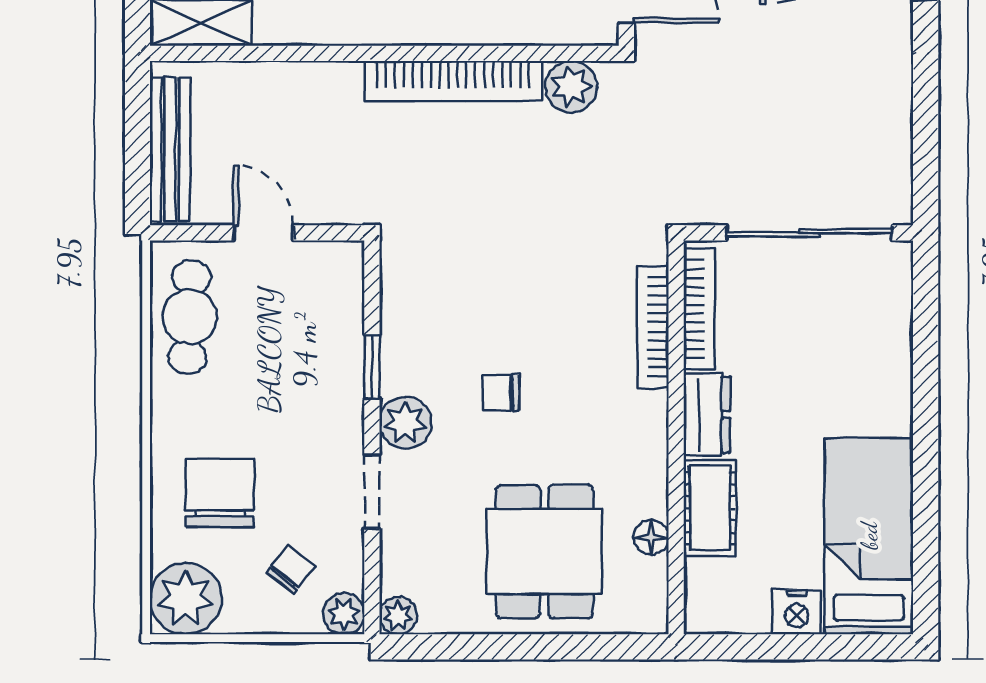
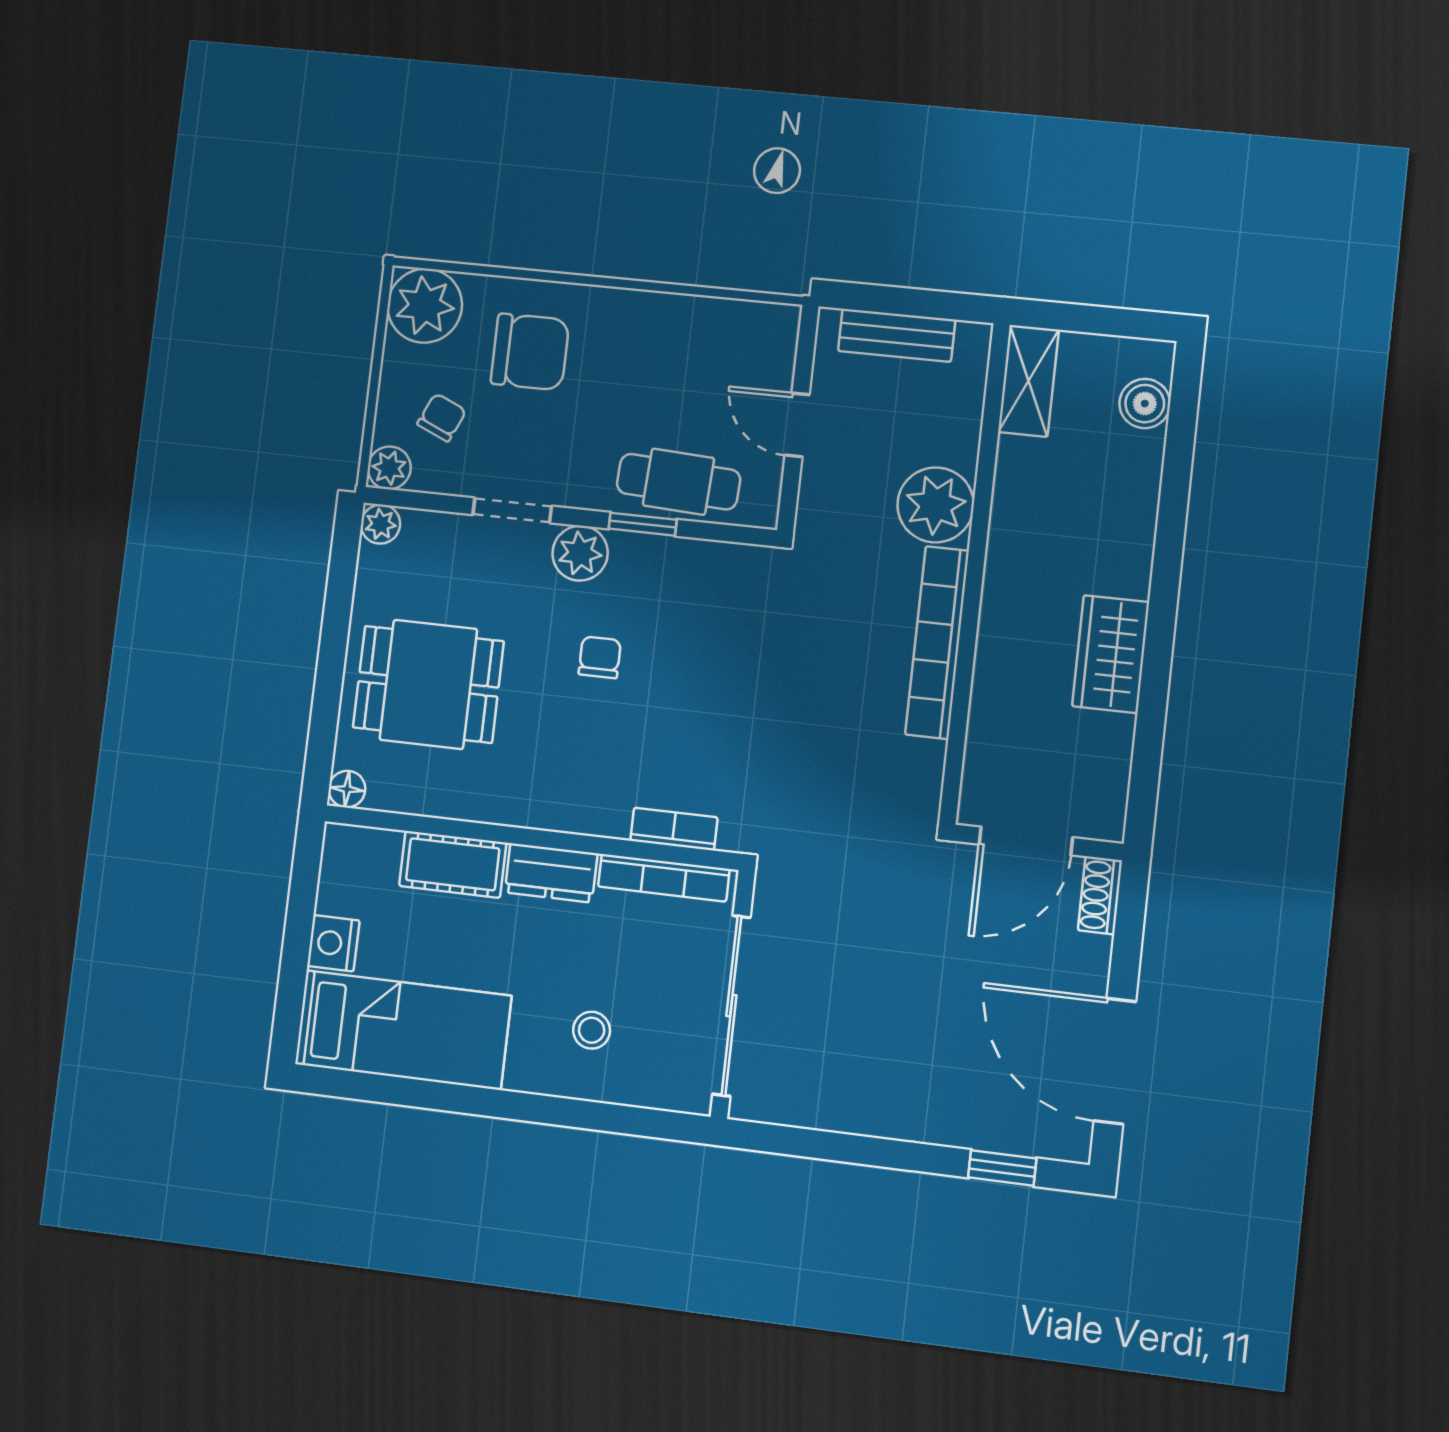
plant: (571, 87) -> (936, 505), moved, width x1.36, depth x1.36
bench: (170, 149) -> (897, 335), width x0.73
door: (264, 233) -> (797, 425), swing flipped
cafe table: (190, 317) -> (678, 482), moved
bookcase: (653, 327) -> (674, 829), width x0.64
stool: (847, 360) -> (592, 1030), added
floor lamp: (651, 537) -> (347, 789), moved
chair: (291, 569) -> (442, 417), turned -104

